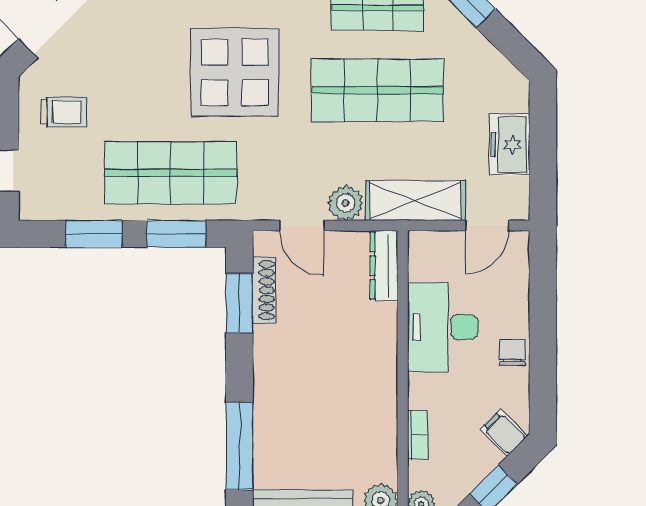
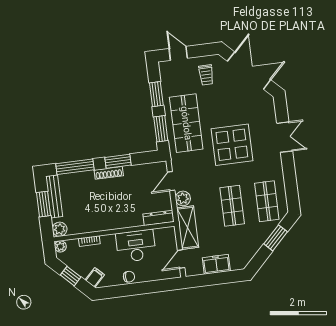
shop shelf: (377, 90) -> (232, 206), width x0.70, depth x0.74
door: (487, 226) -> (181, 259), hinge flipped
shoe rack: (264, 290) -> (109, 173), moved
window: (239, 303) -> (118, 161), moved

